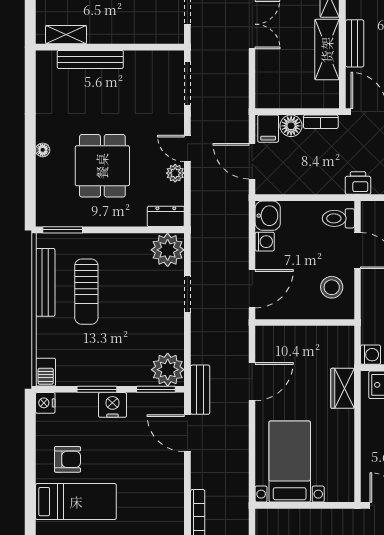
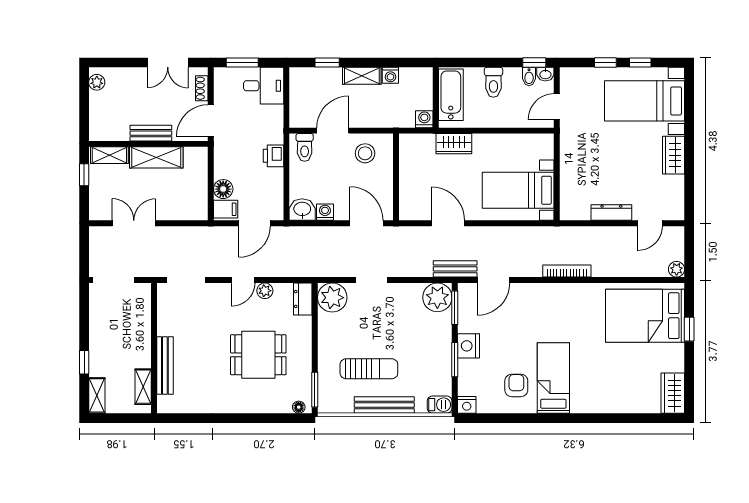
bookcase: (321, 122) -> (220, 163), removed
floor lamp: (43, 150) -> (299, 407), moved
printer: (358, 183) -> (274, 156), moved
bench: (45, 282) -> (384, 405), moved

